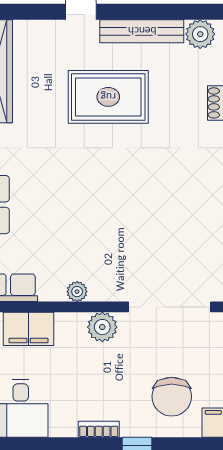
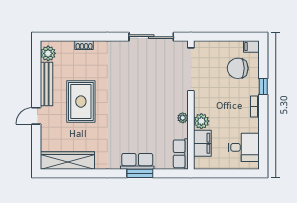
plant: (102, 327) -> (201, 121), moved
chair: (172, 397) -> (238, 68), turned 180

